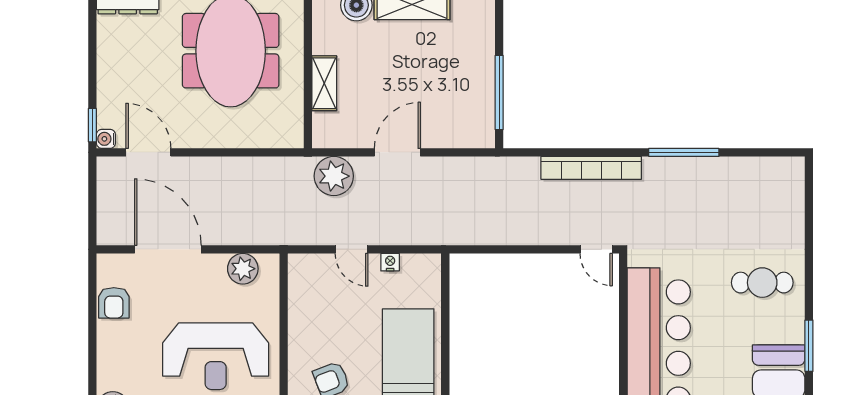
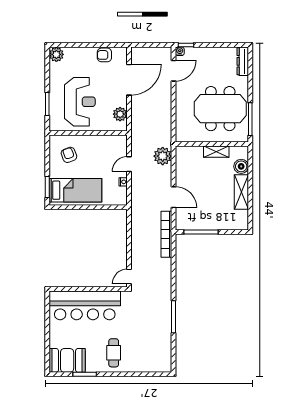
shelving: (324, 83) -> (216, 152), moved
door: (397, 152) -> (173, 197), moved
bookcase: (591, 168) -> (166, 234), moved
reception desk: (216, 356) -> (80, 102), turned 180

